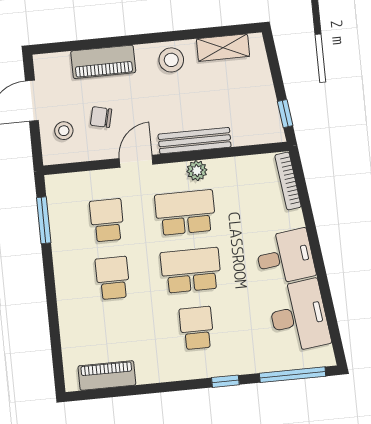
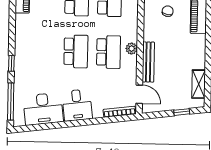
stool: (171, 60) -> (195, 54), removed
window: (285, 114) -> (182, 112), moved
door: (136, 161) -> (139, 94), moved
plant: (197, 171) -> (132, 49), moved
school desk: (197, 328) -> (43, 51), removed

